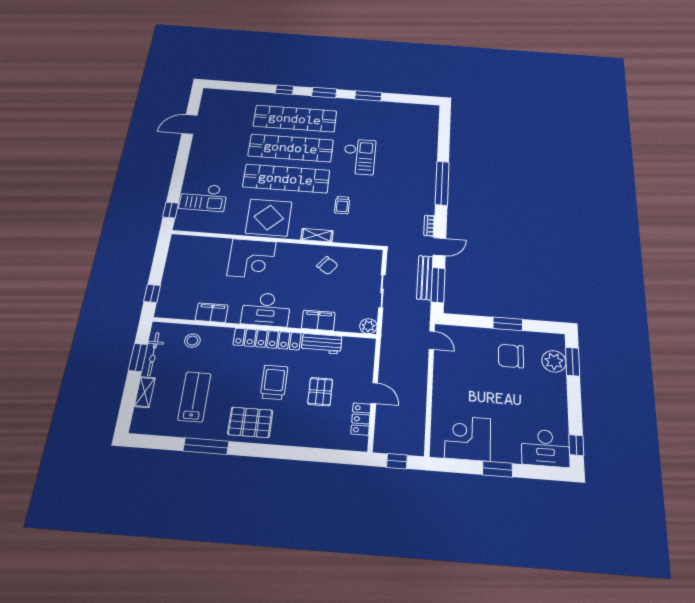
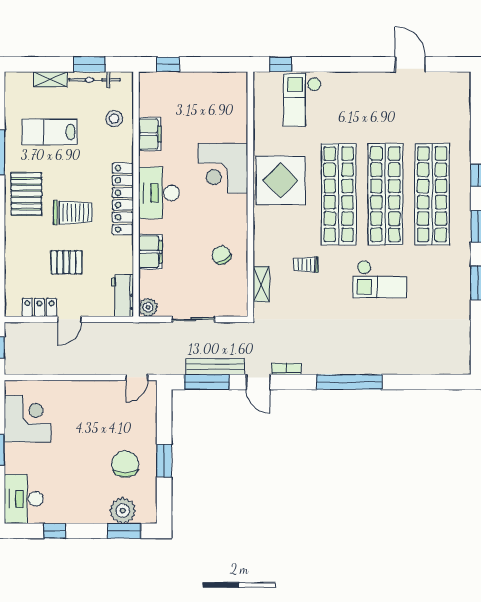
shelving: (317, 235) -> (261, 284), moved
chair: (327, 266) -> (221, 255), turned 116
workbench: (322, 344) -> (122, 295), moved
lab bench: (194, 397) -> (50, 132), turned 180
window: (576, 445) -> (55, 531), moved

